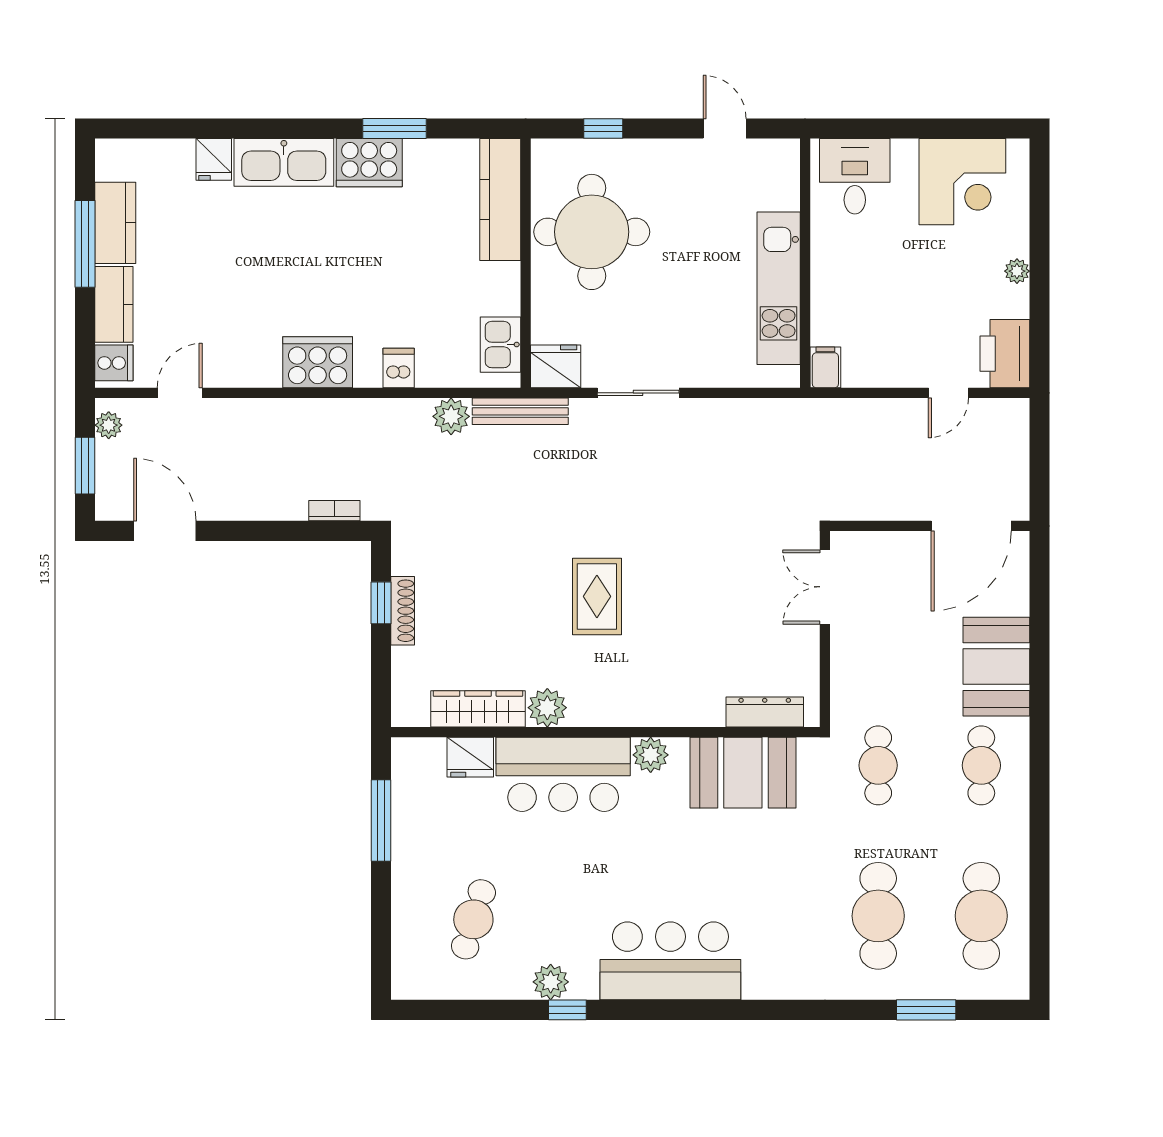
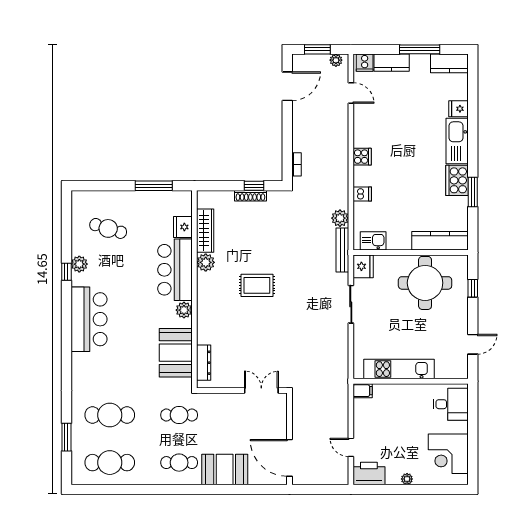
kitchen counter: (115, 223) -> (449, 63), moved
cooker: (318, 362) -> (362, 157), width x0.53, depth x0.76

